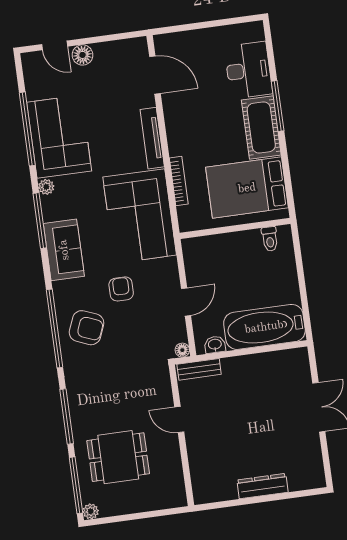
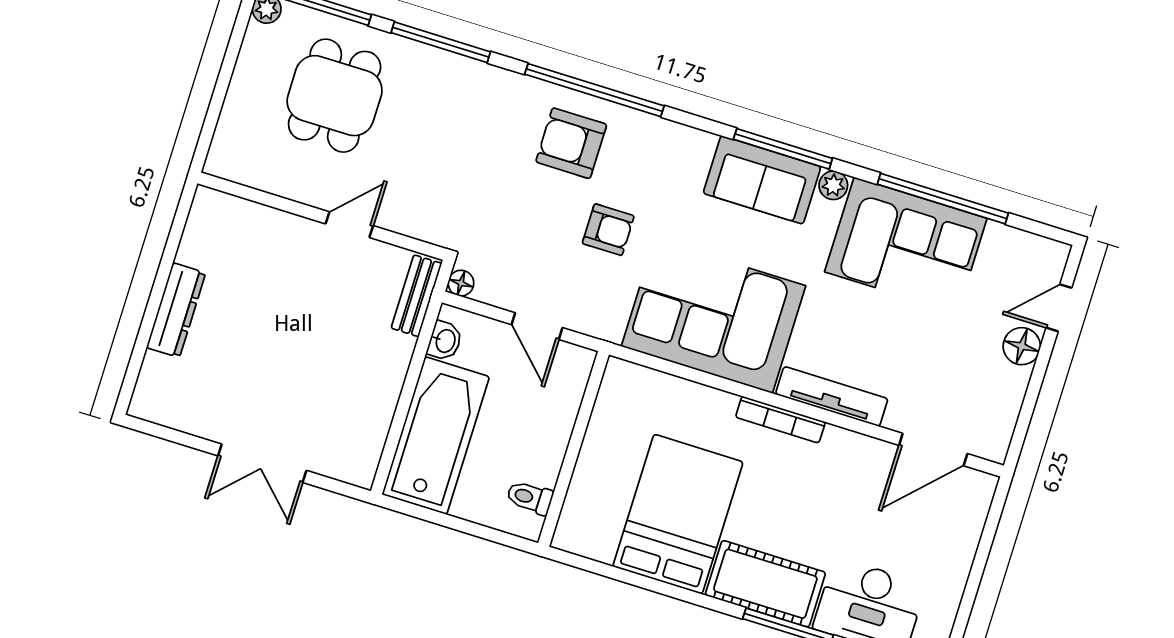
bookcase: (179, 181) -> (780, 420), moved
wall: (235, 228) -> (574, 449), moved
toilet: (270, 239) -> (530, 498), moved
sofa: (64, 250) -> (762, 180), moved
armchair: (87, 328) -> (571, 143), turned 68

